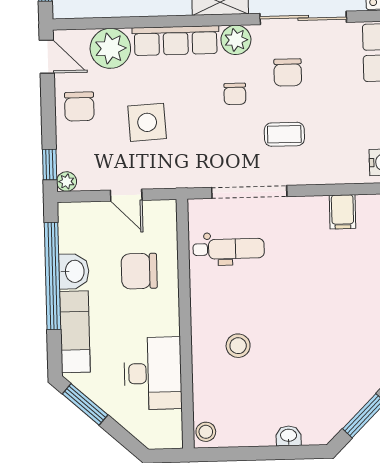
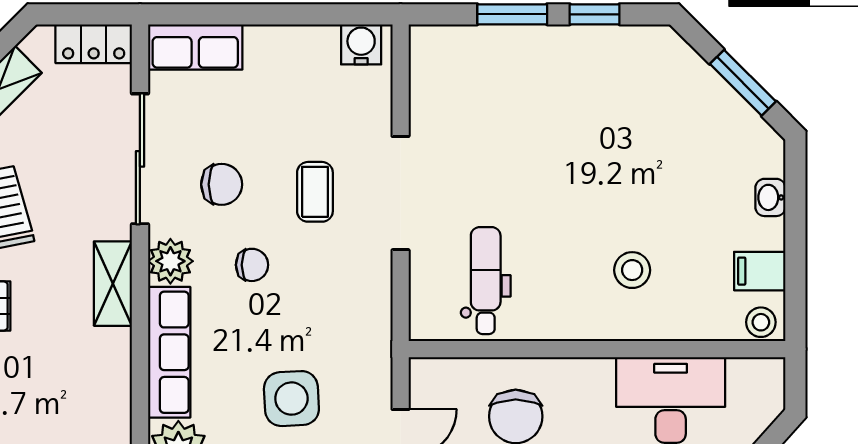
doorway: (249, 192) -> (401, 193), moved
filing cabinet: (343, 212) -> (760, 271), moved, turned 180

